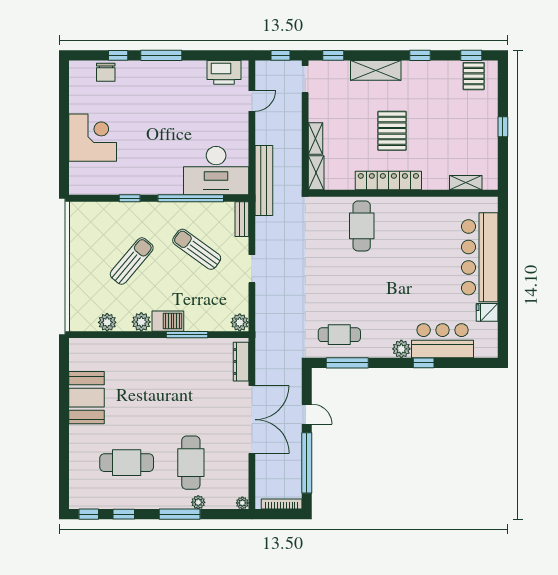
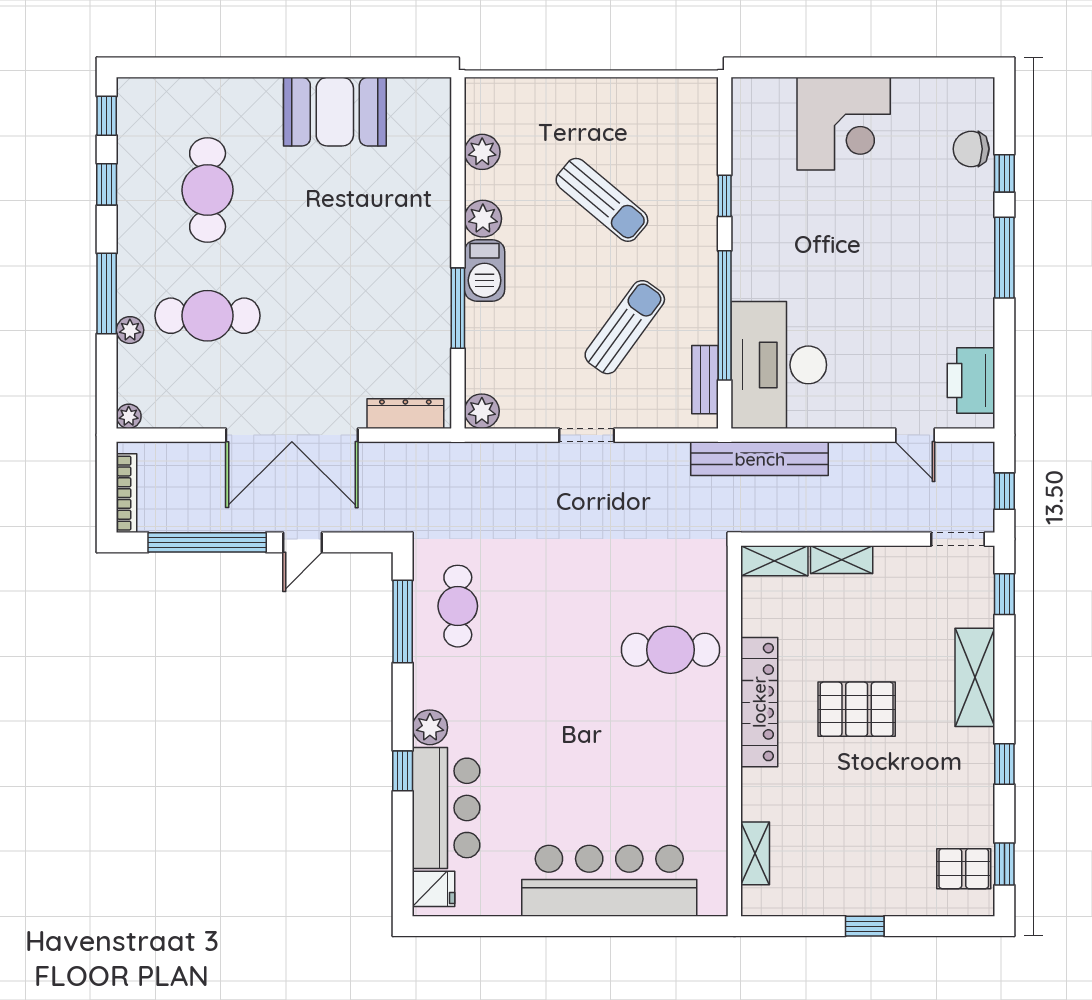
bench: (242, 219) -> (705, 380), moved, turned 90
fridge: (487, 312) -> (434, 889), moved, turned 90

